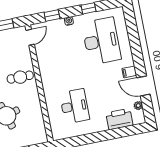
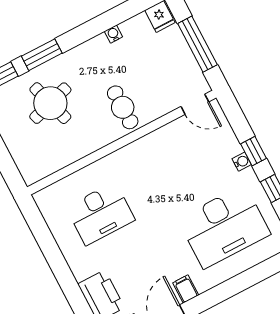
window: (52, 16) -> (253, 151), moved

